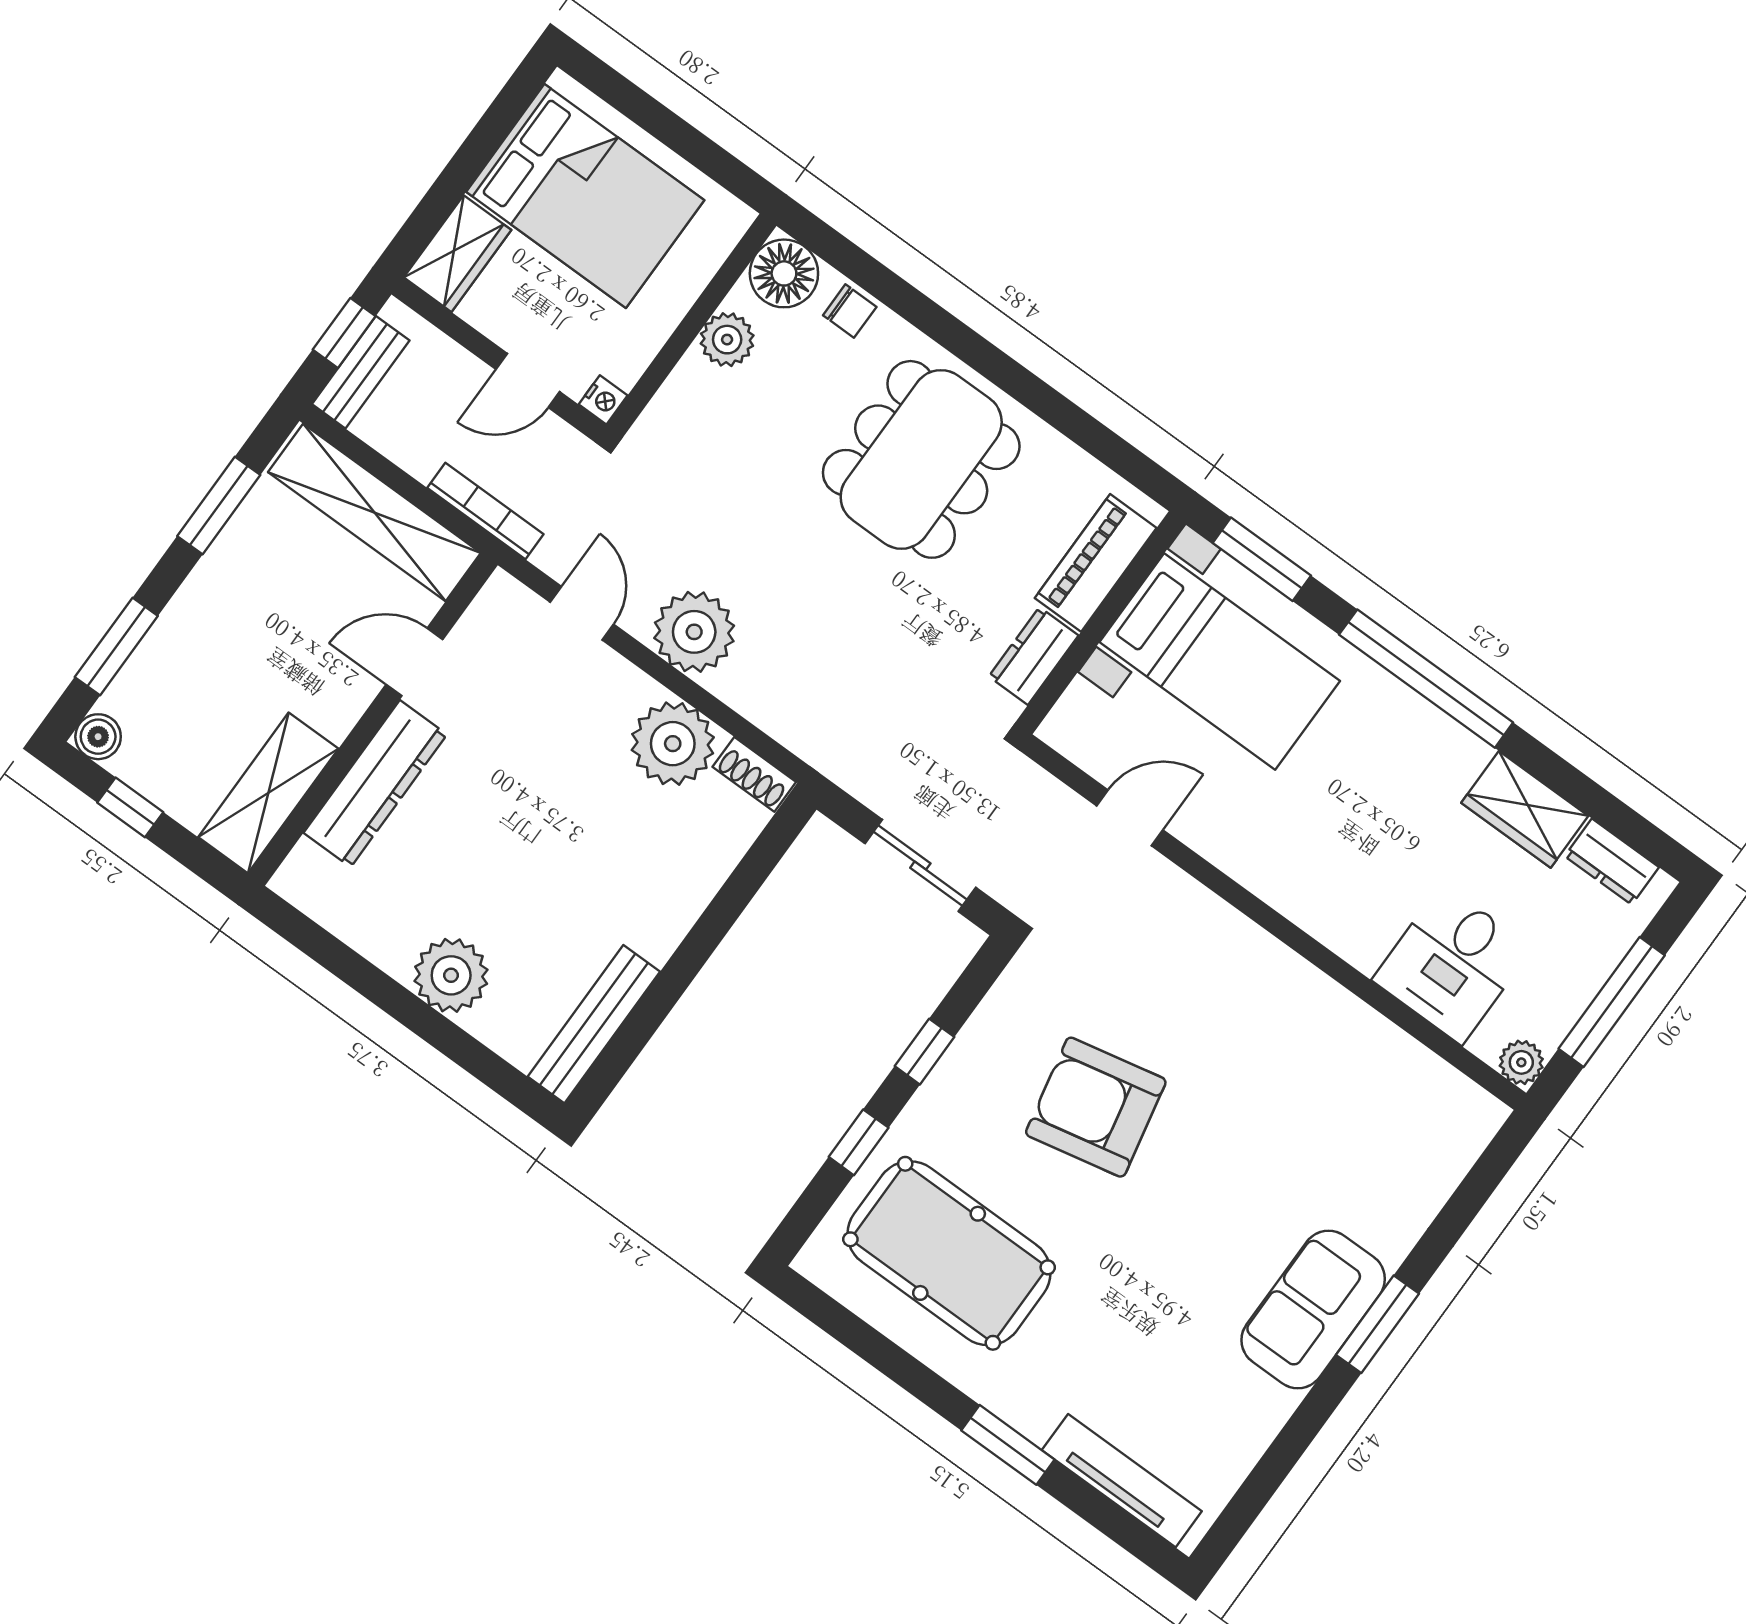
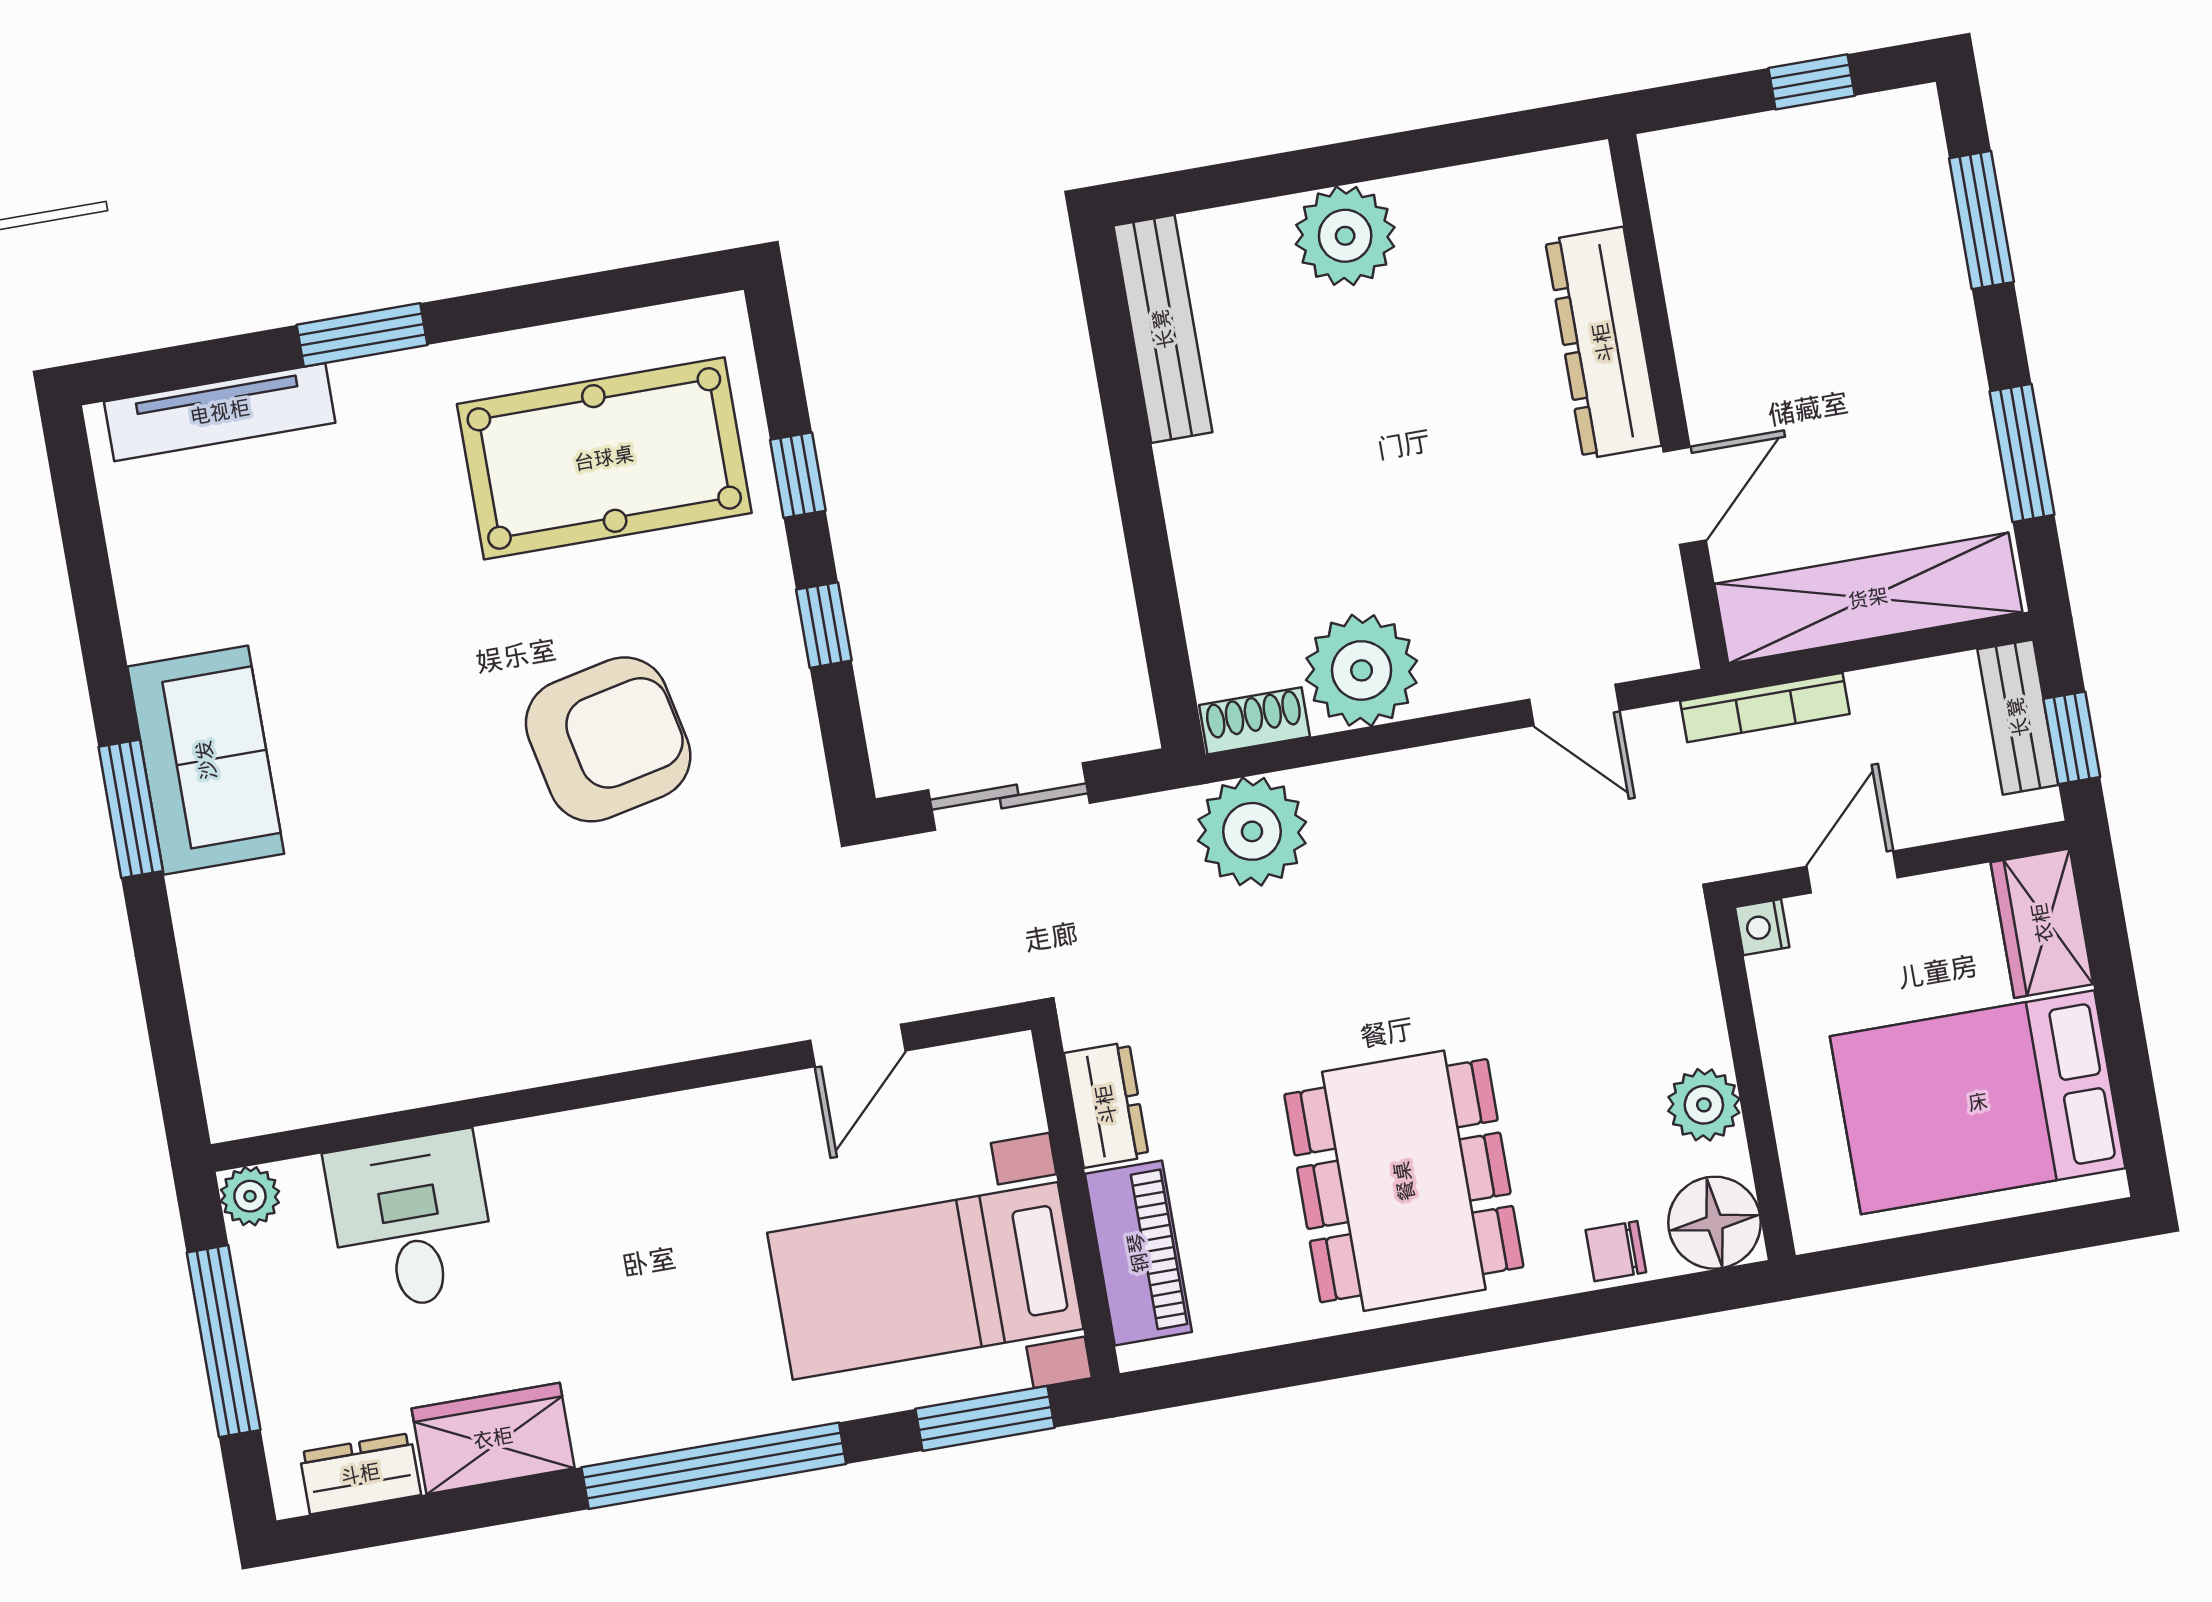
plant: (694, 632) -> (1252, 831), moved
boiler: (98, 737) -> (1911, 117), removed
shelving: (268, 793) -> (1695, 230), removed

